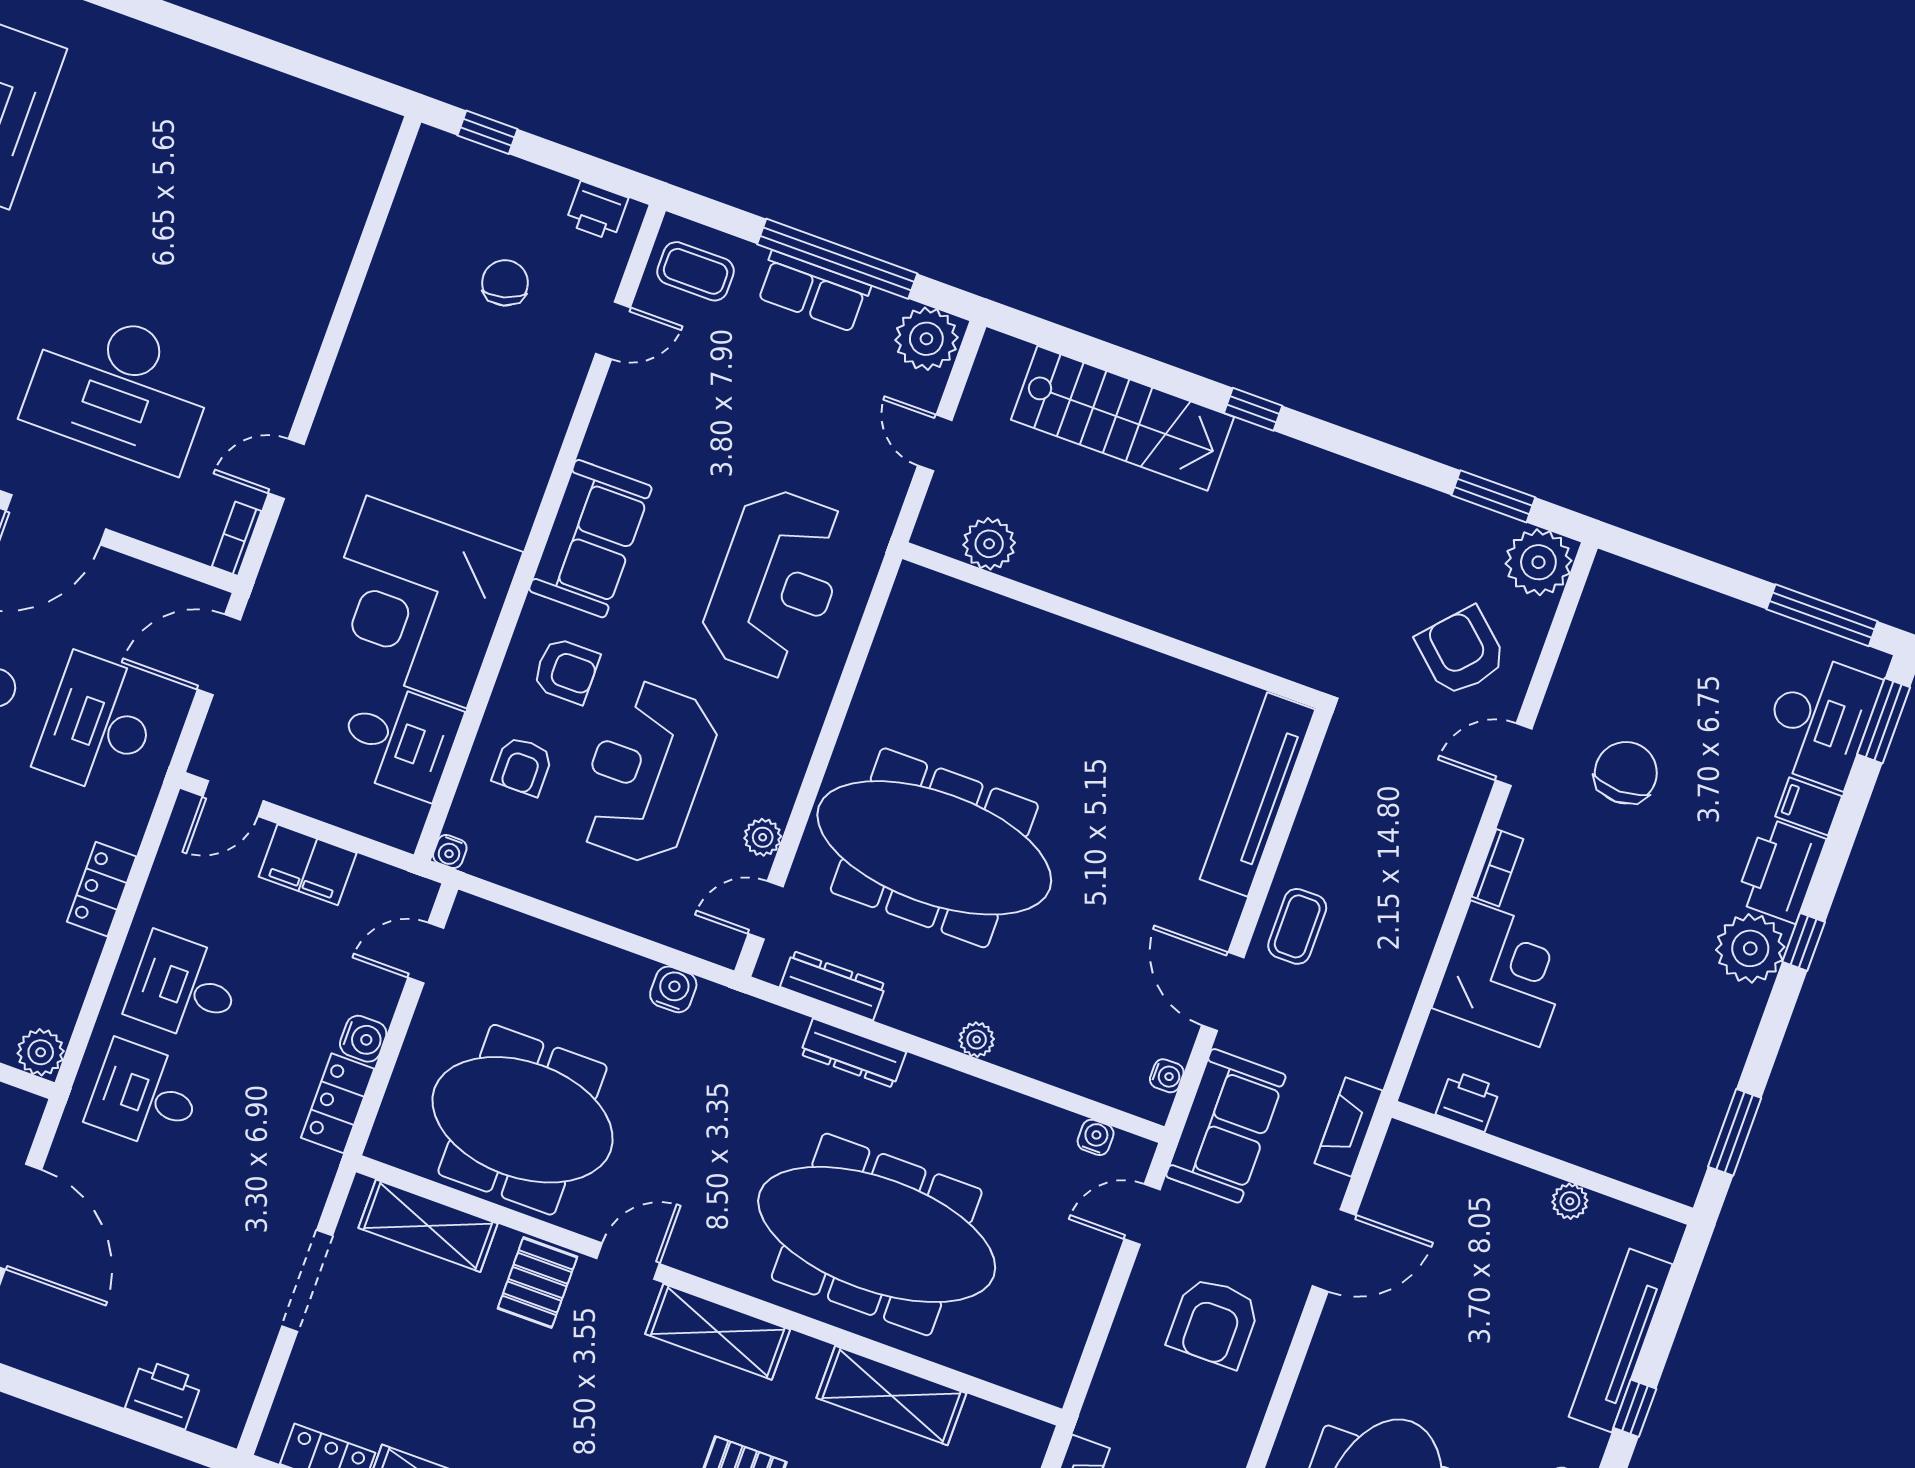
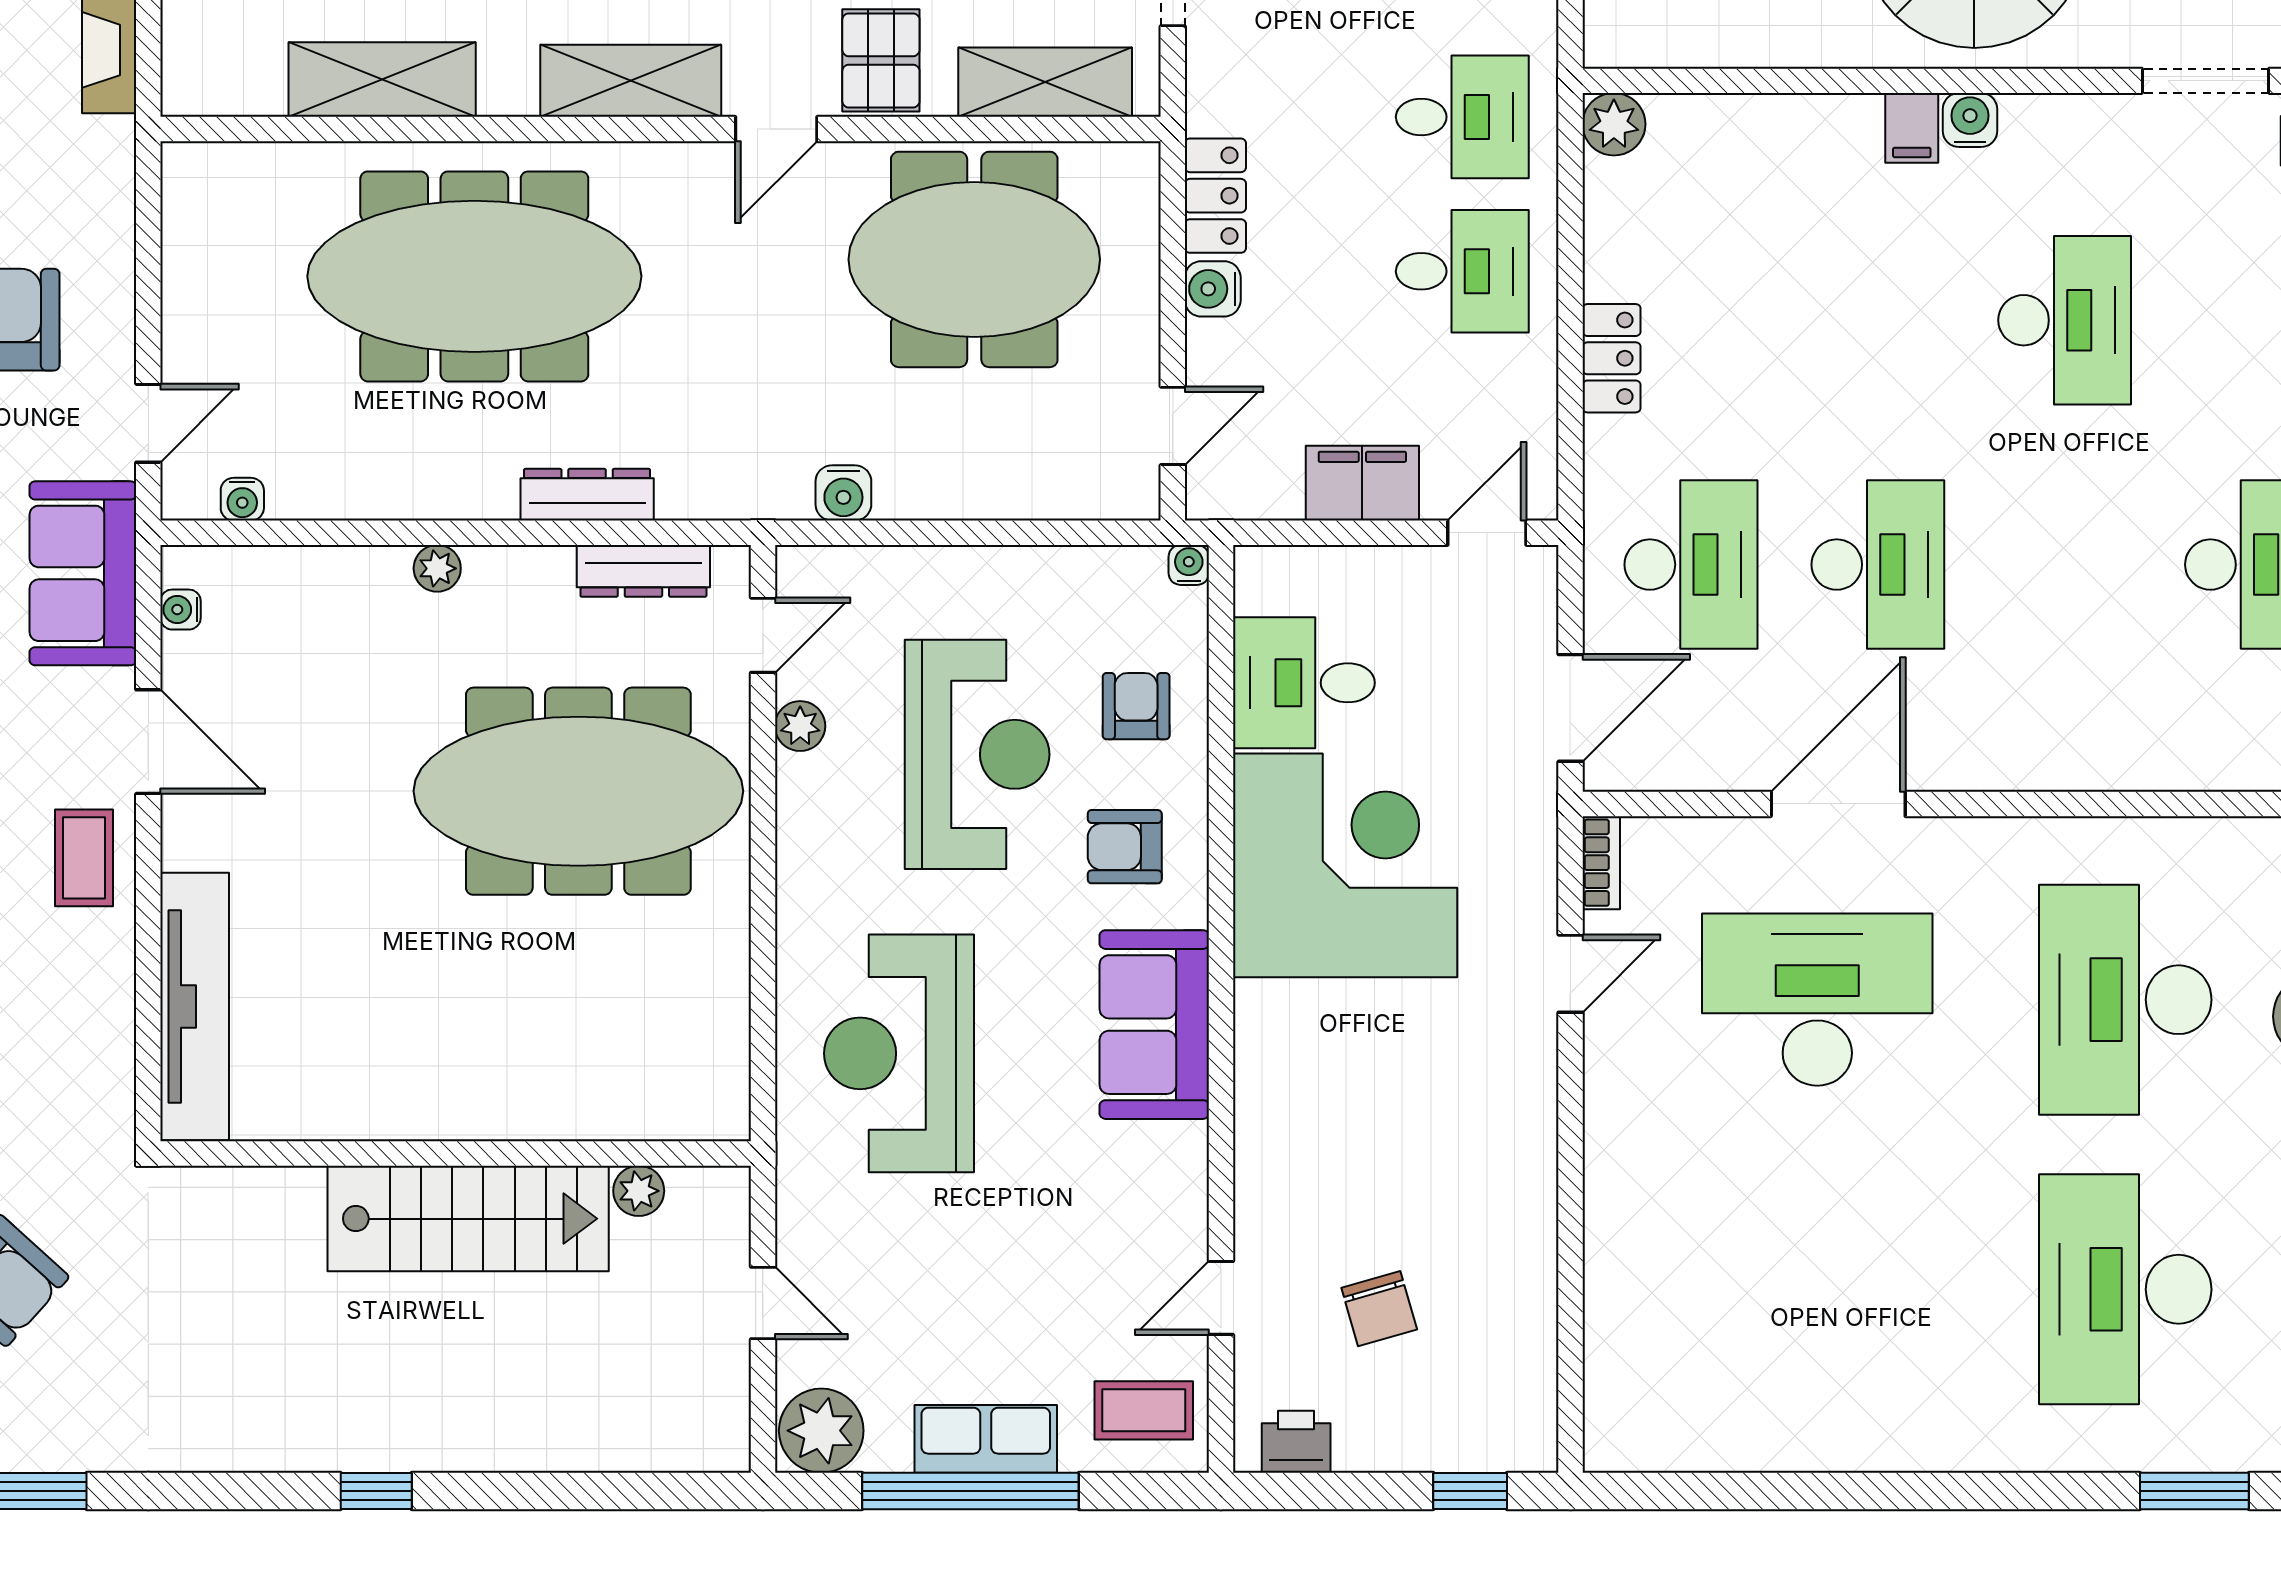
stairs: (1123, 418) -> (468, 1219), moved, turned 180
plant: (989, 544) -> (639, 1191), width x0.73, depth x0.73

